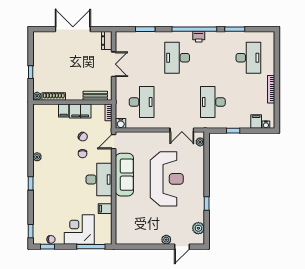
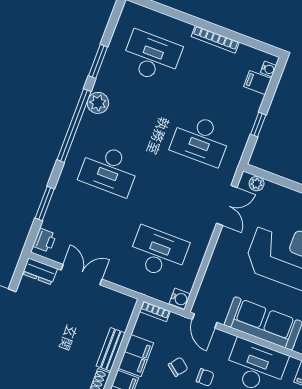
printer: (199, 37) -> (45, 240), moved
plant: (212, 38) -> (98, 103), added
bench: (95, 96) -> (111, 349), moved

